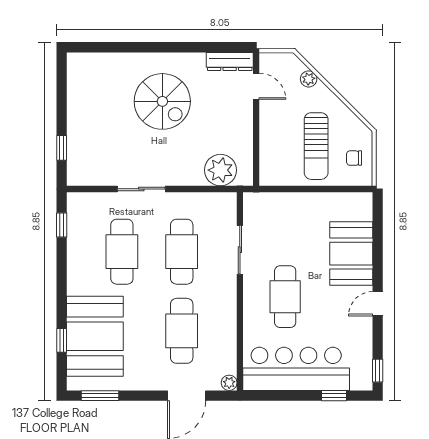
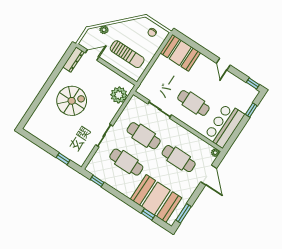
sun lounger: (316, 146) -> (127, 54), moved
booth: (351, 254) -> (180, 53), moved
bar counter: (296, 369) -> (224, 125), width x0.73

